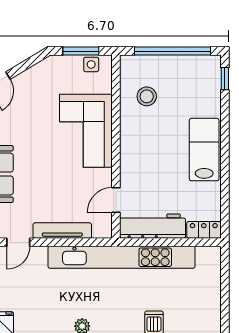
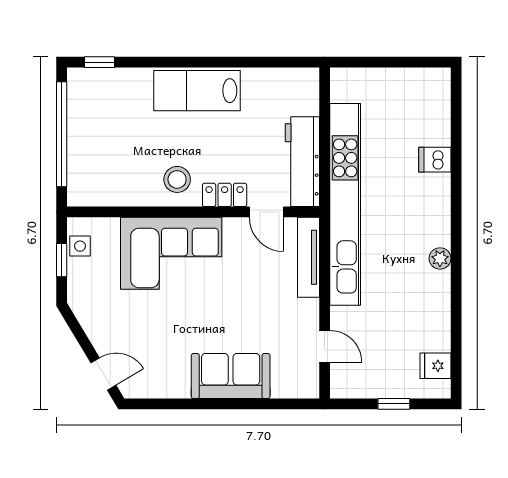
window: (81, 51) -> (62, 260), width x0.67
stool: (147, 96) -> (177, 179), moved
locker: (204, 230) -> (225, 195), moved, turned 90
tv unit: (62, 231) -> (308, 257), moved

